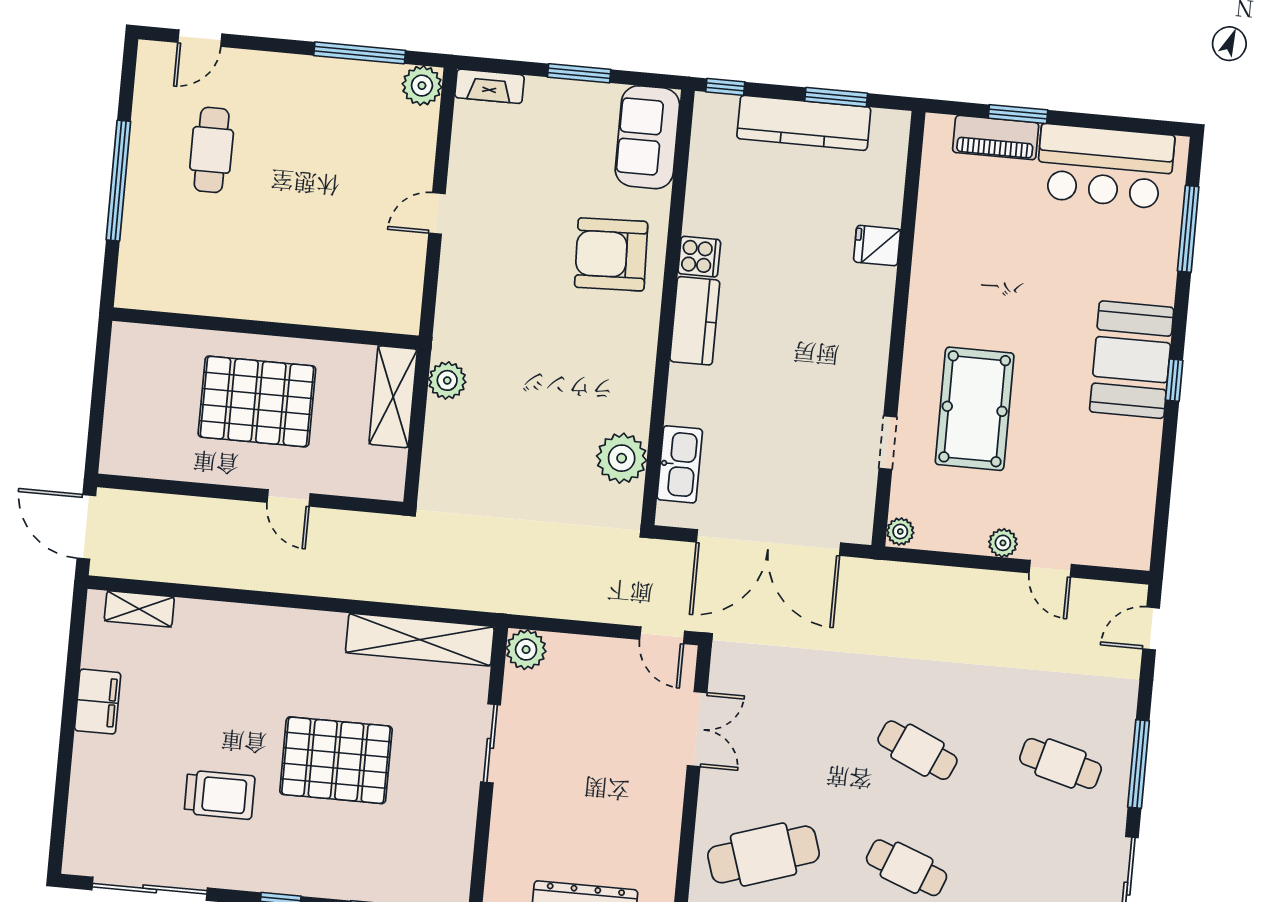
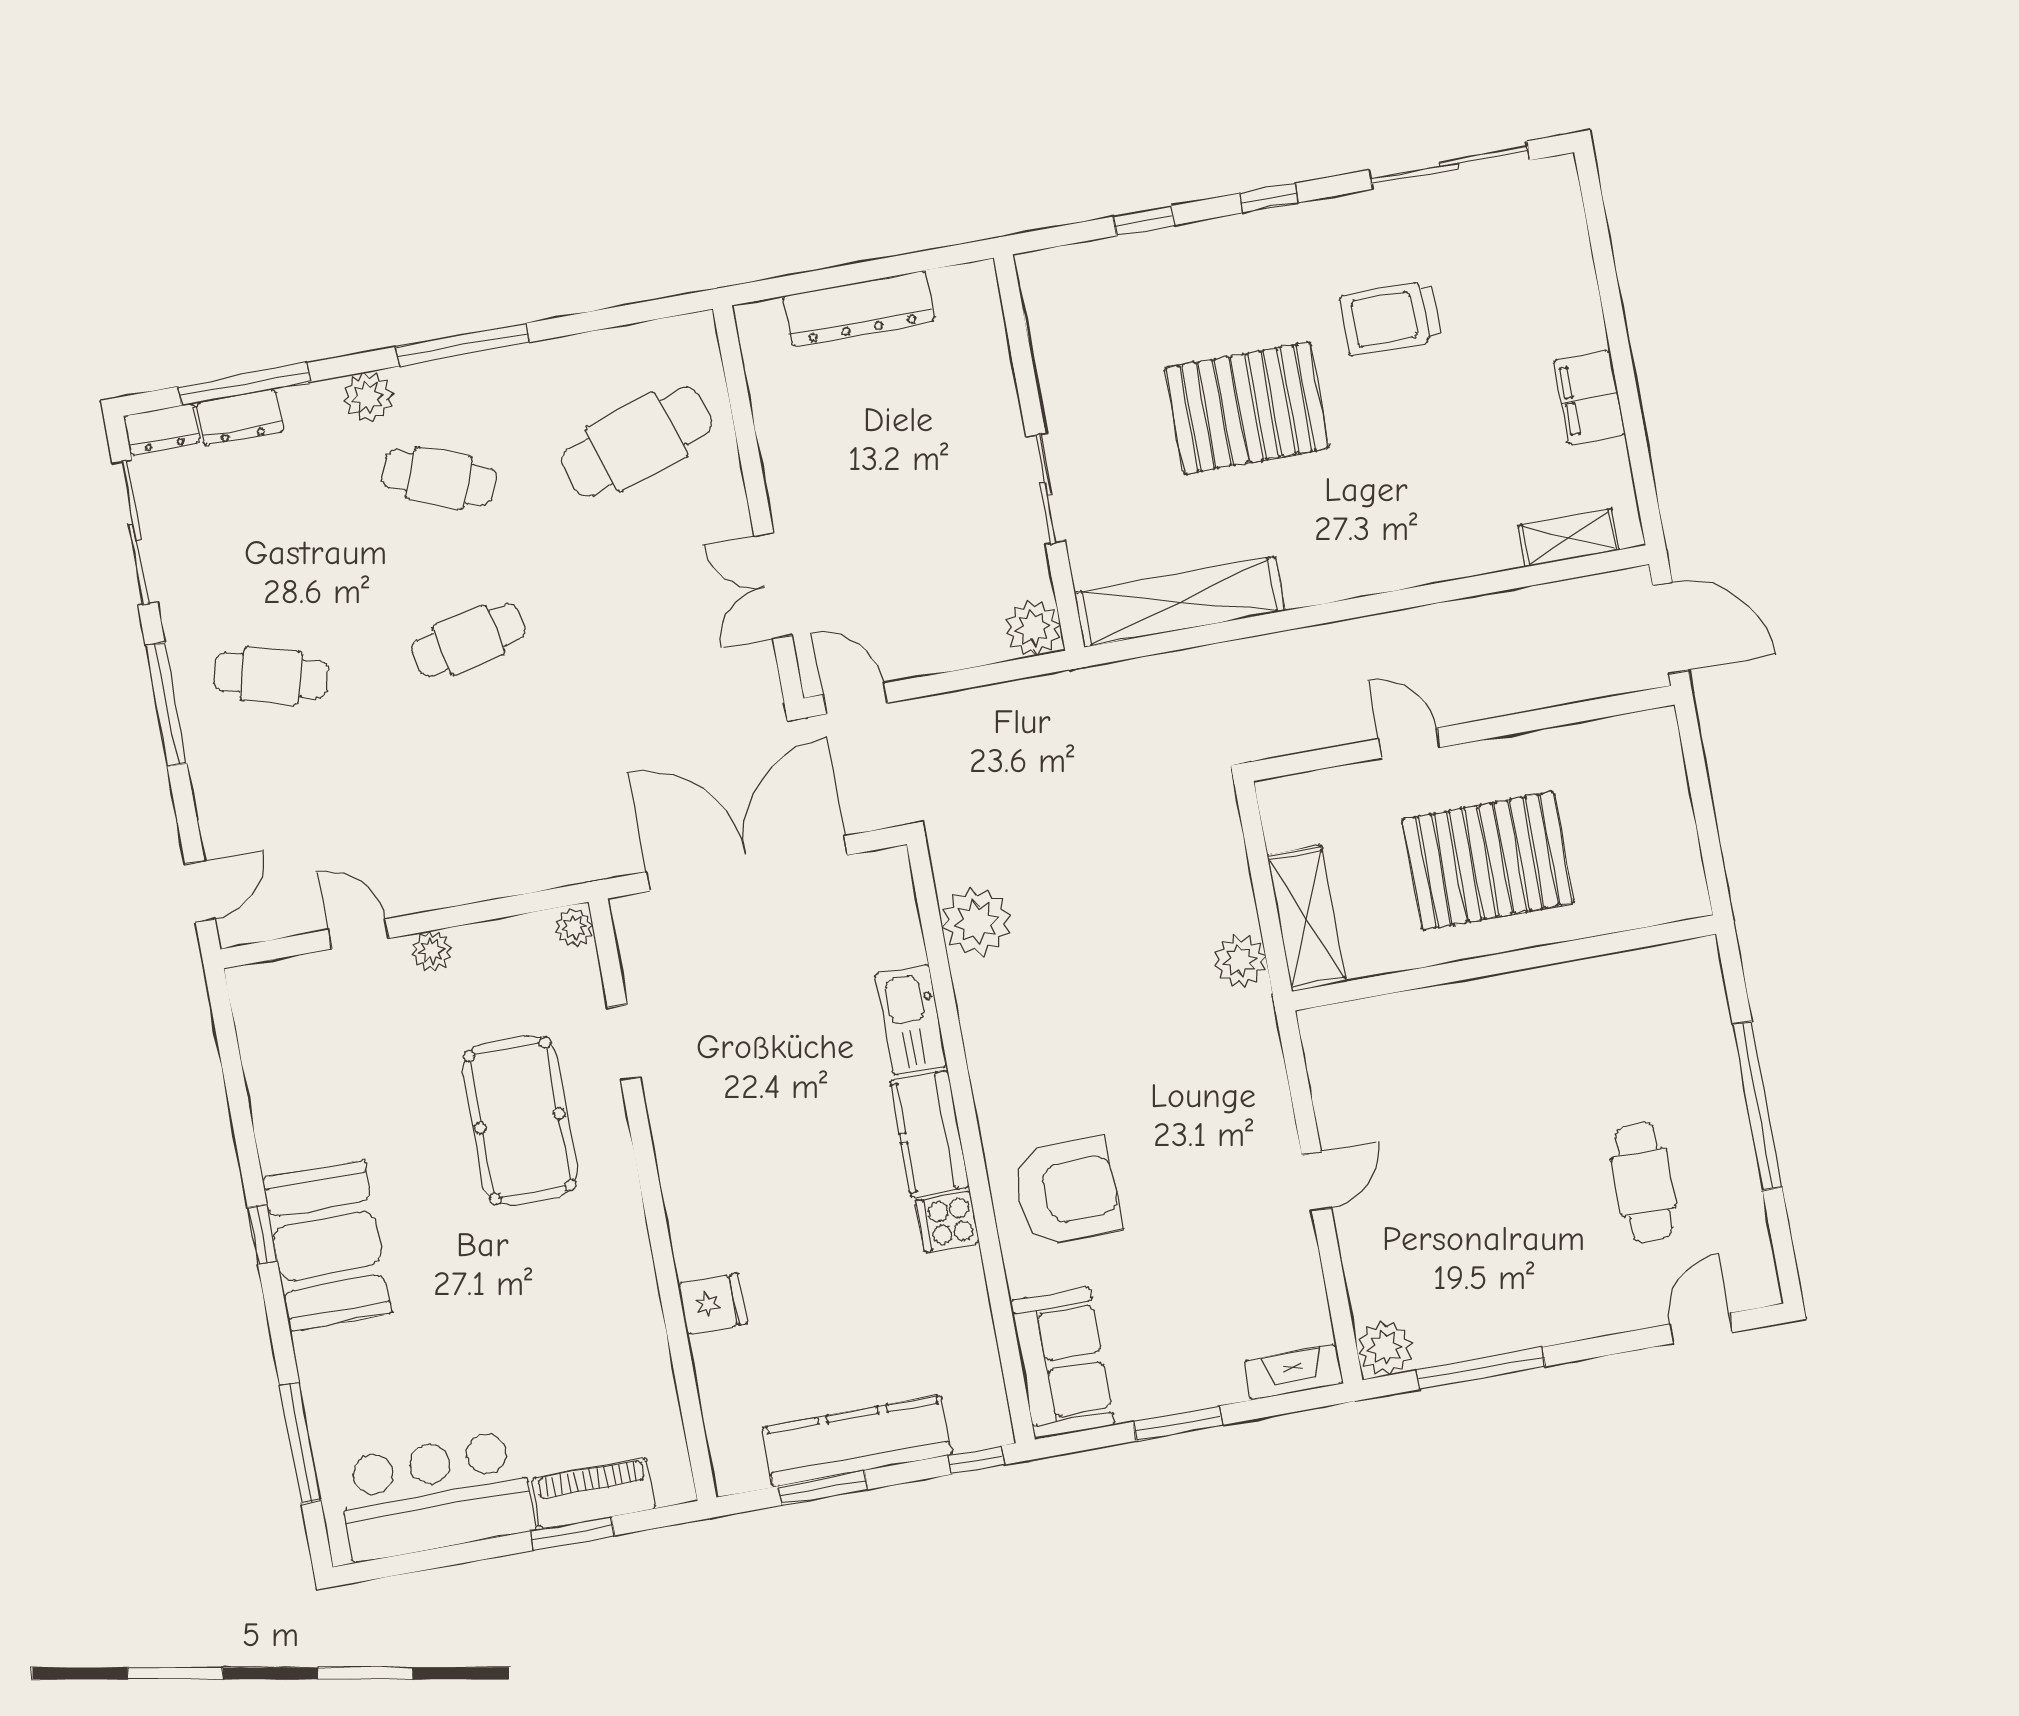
kitchen sink: (680, 464) -> (911, 1020), moved
cafe table: (917, 750) -> (469, 640), turned -36

